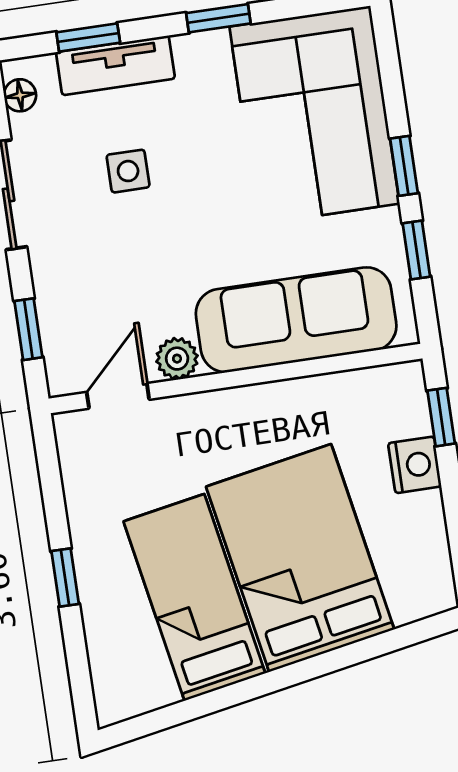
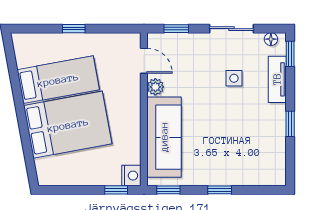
window: (88, 37) -> (290, 54), moved
corner sofa: (314, 115) -> (245, 157), removed
window: (416, 250) -> (168, 190), moved
nightstand: (415, 465) -> (131, 176), moved, turned -90

